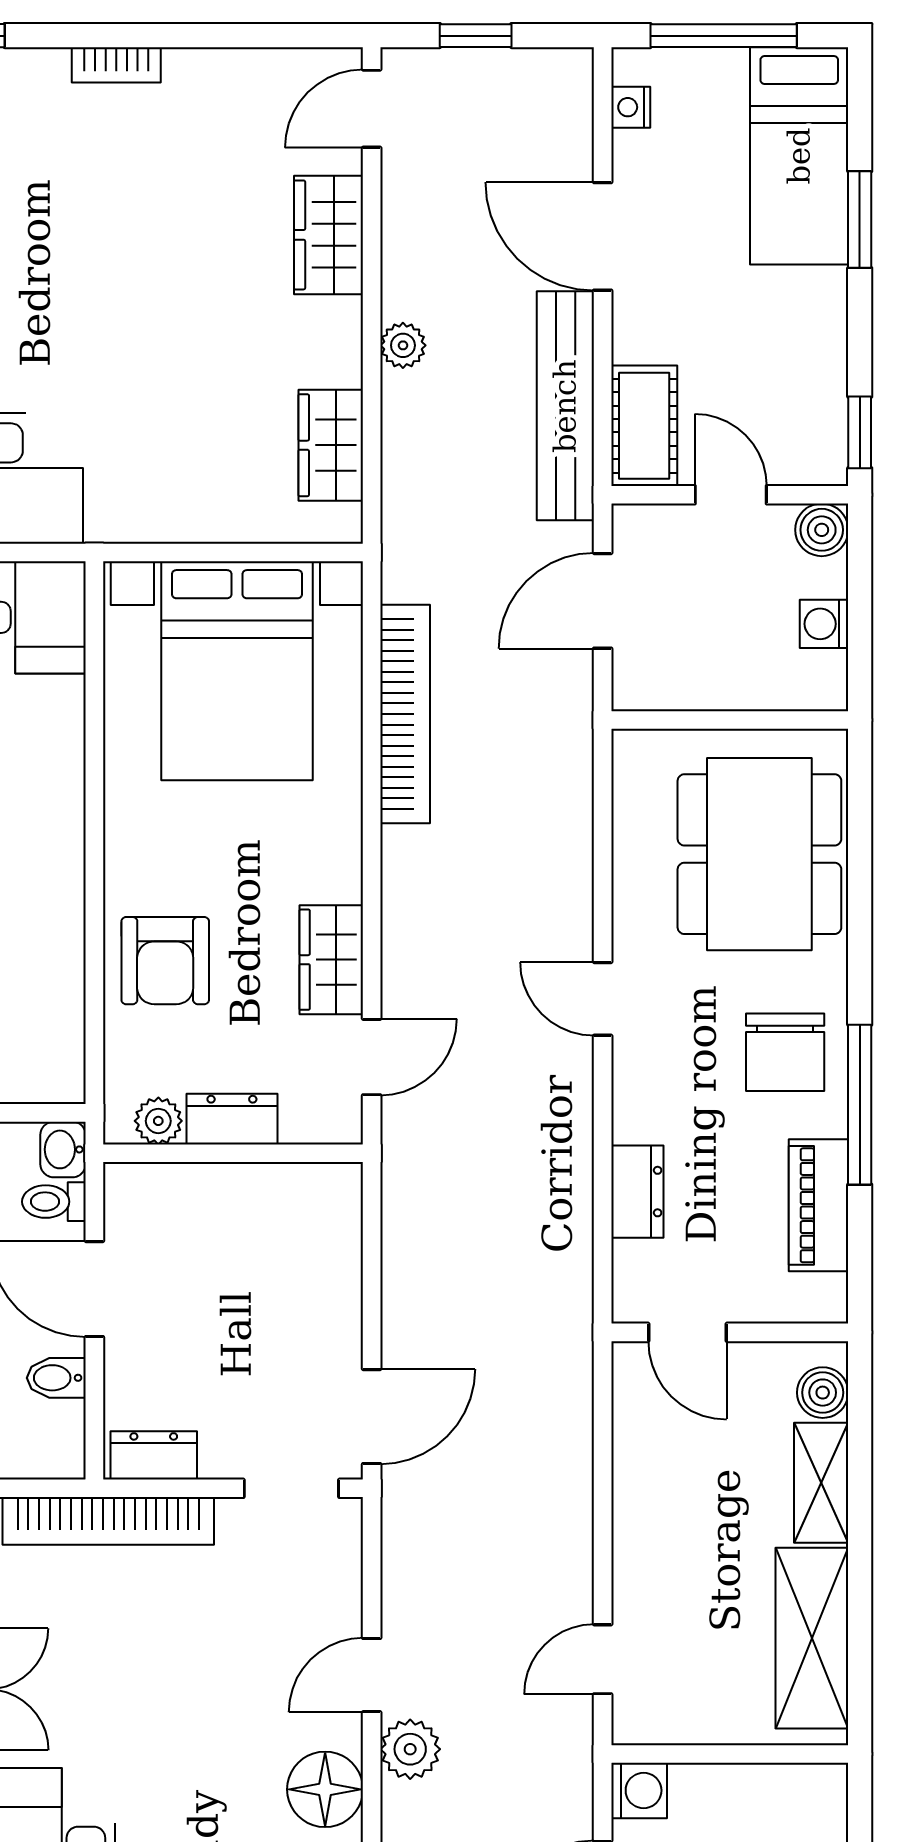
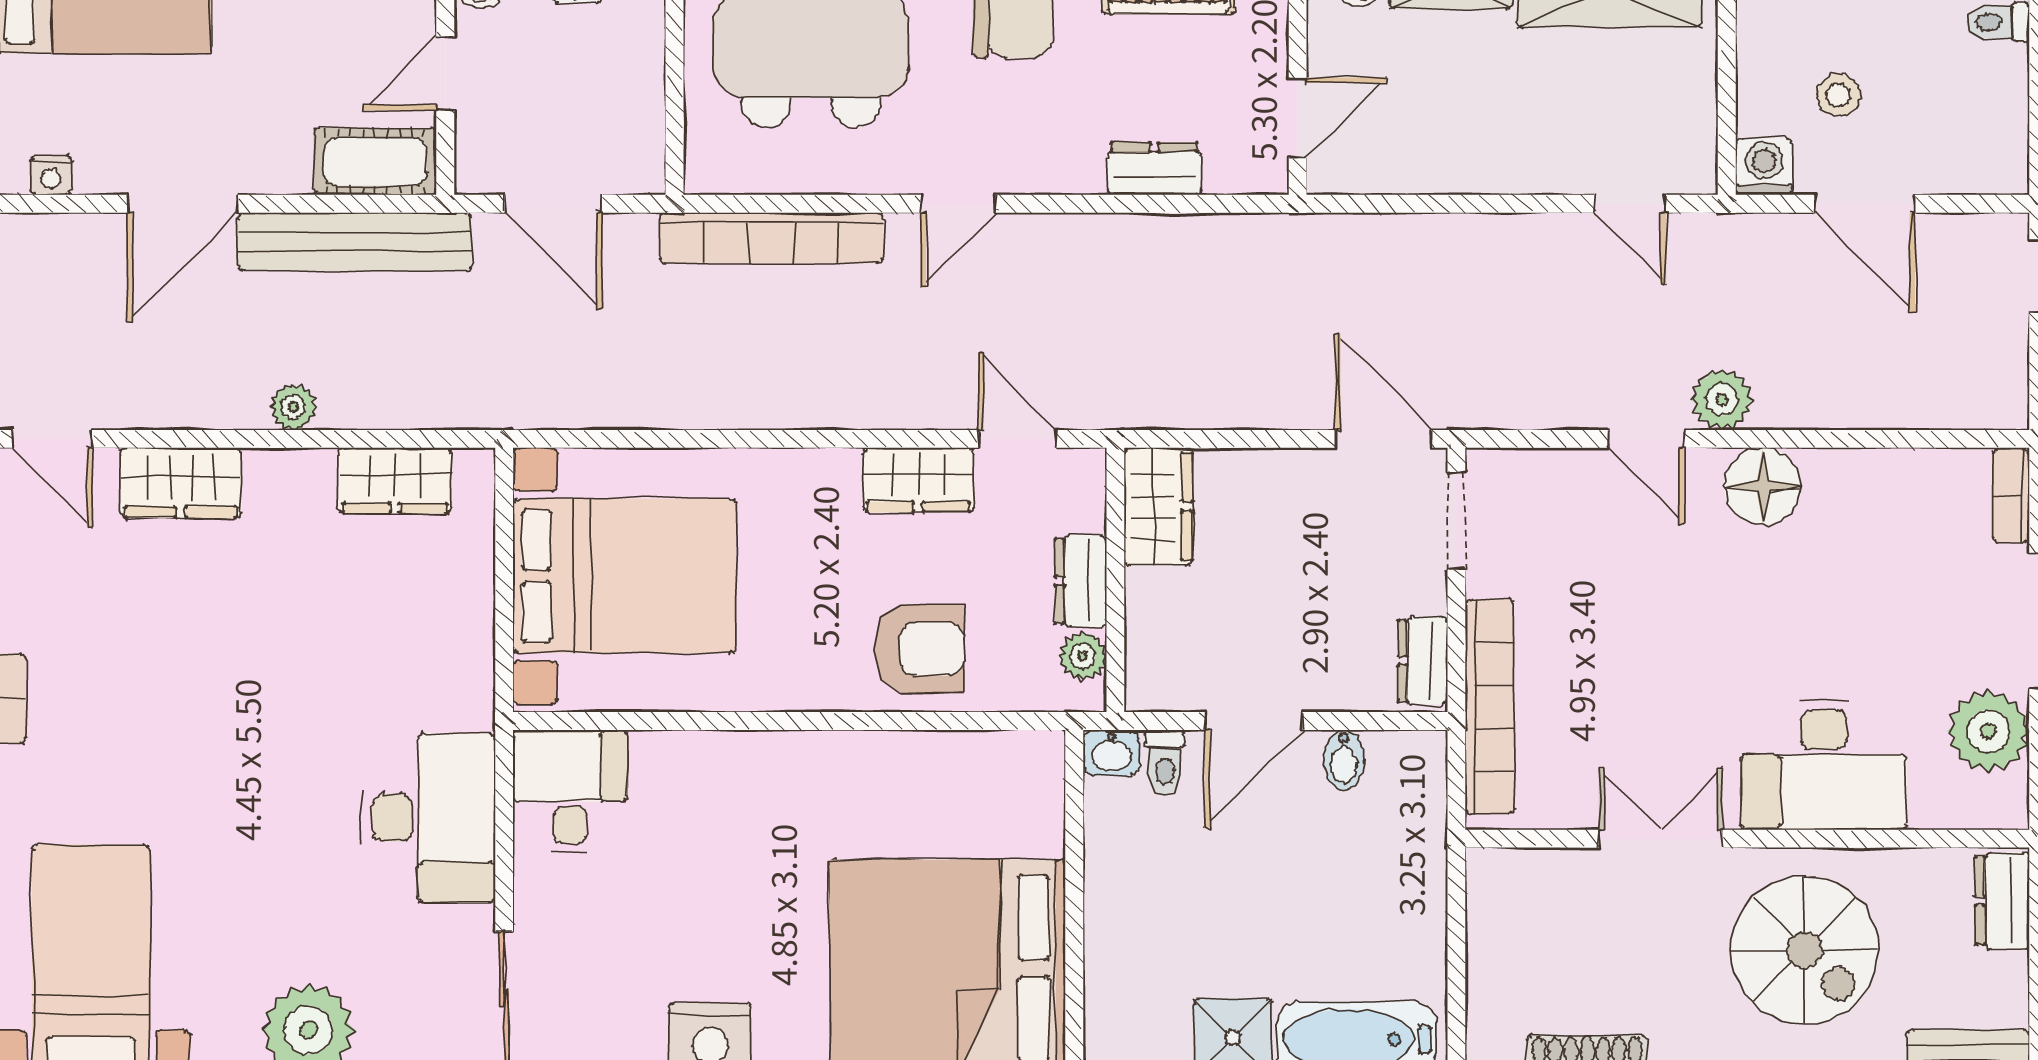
bookcase: (405, 714) -> (771, 238), moved, turned 180
wardrobe: (305, 1195) -> (1158, 507), added

